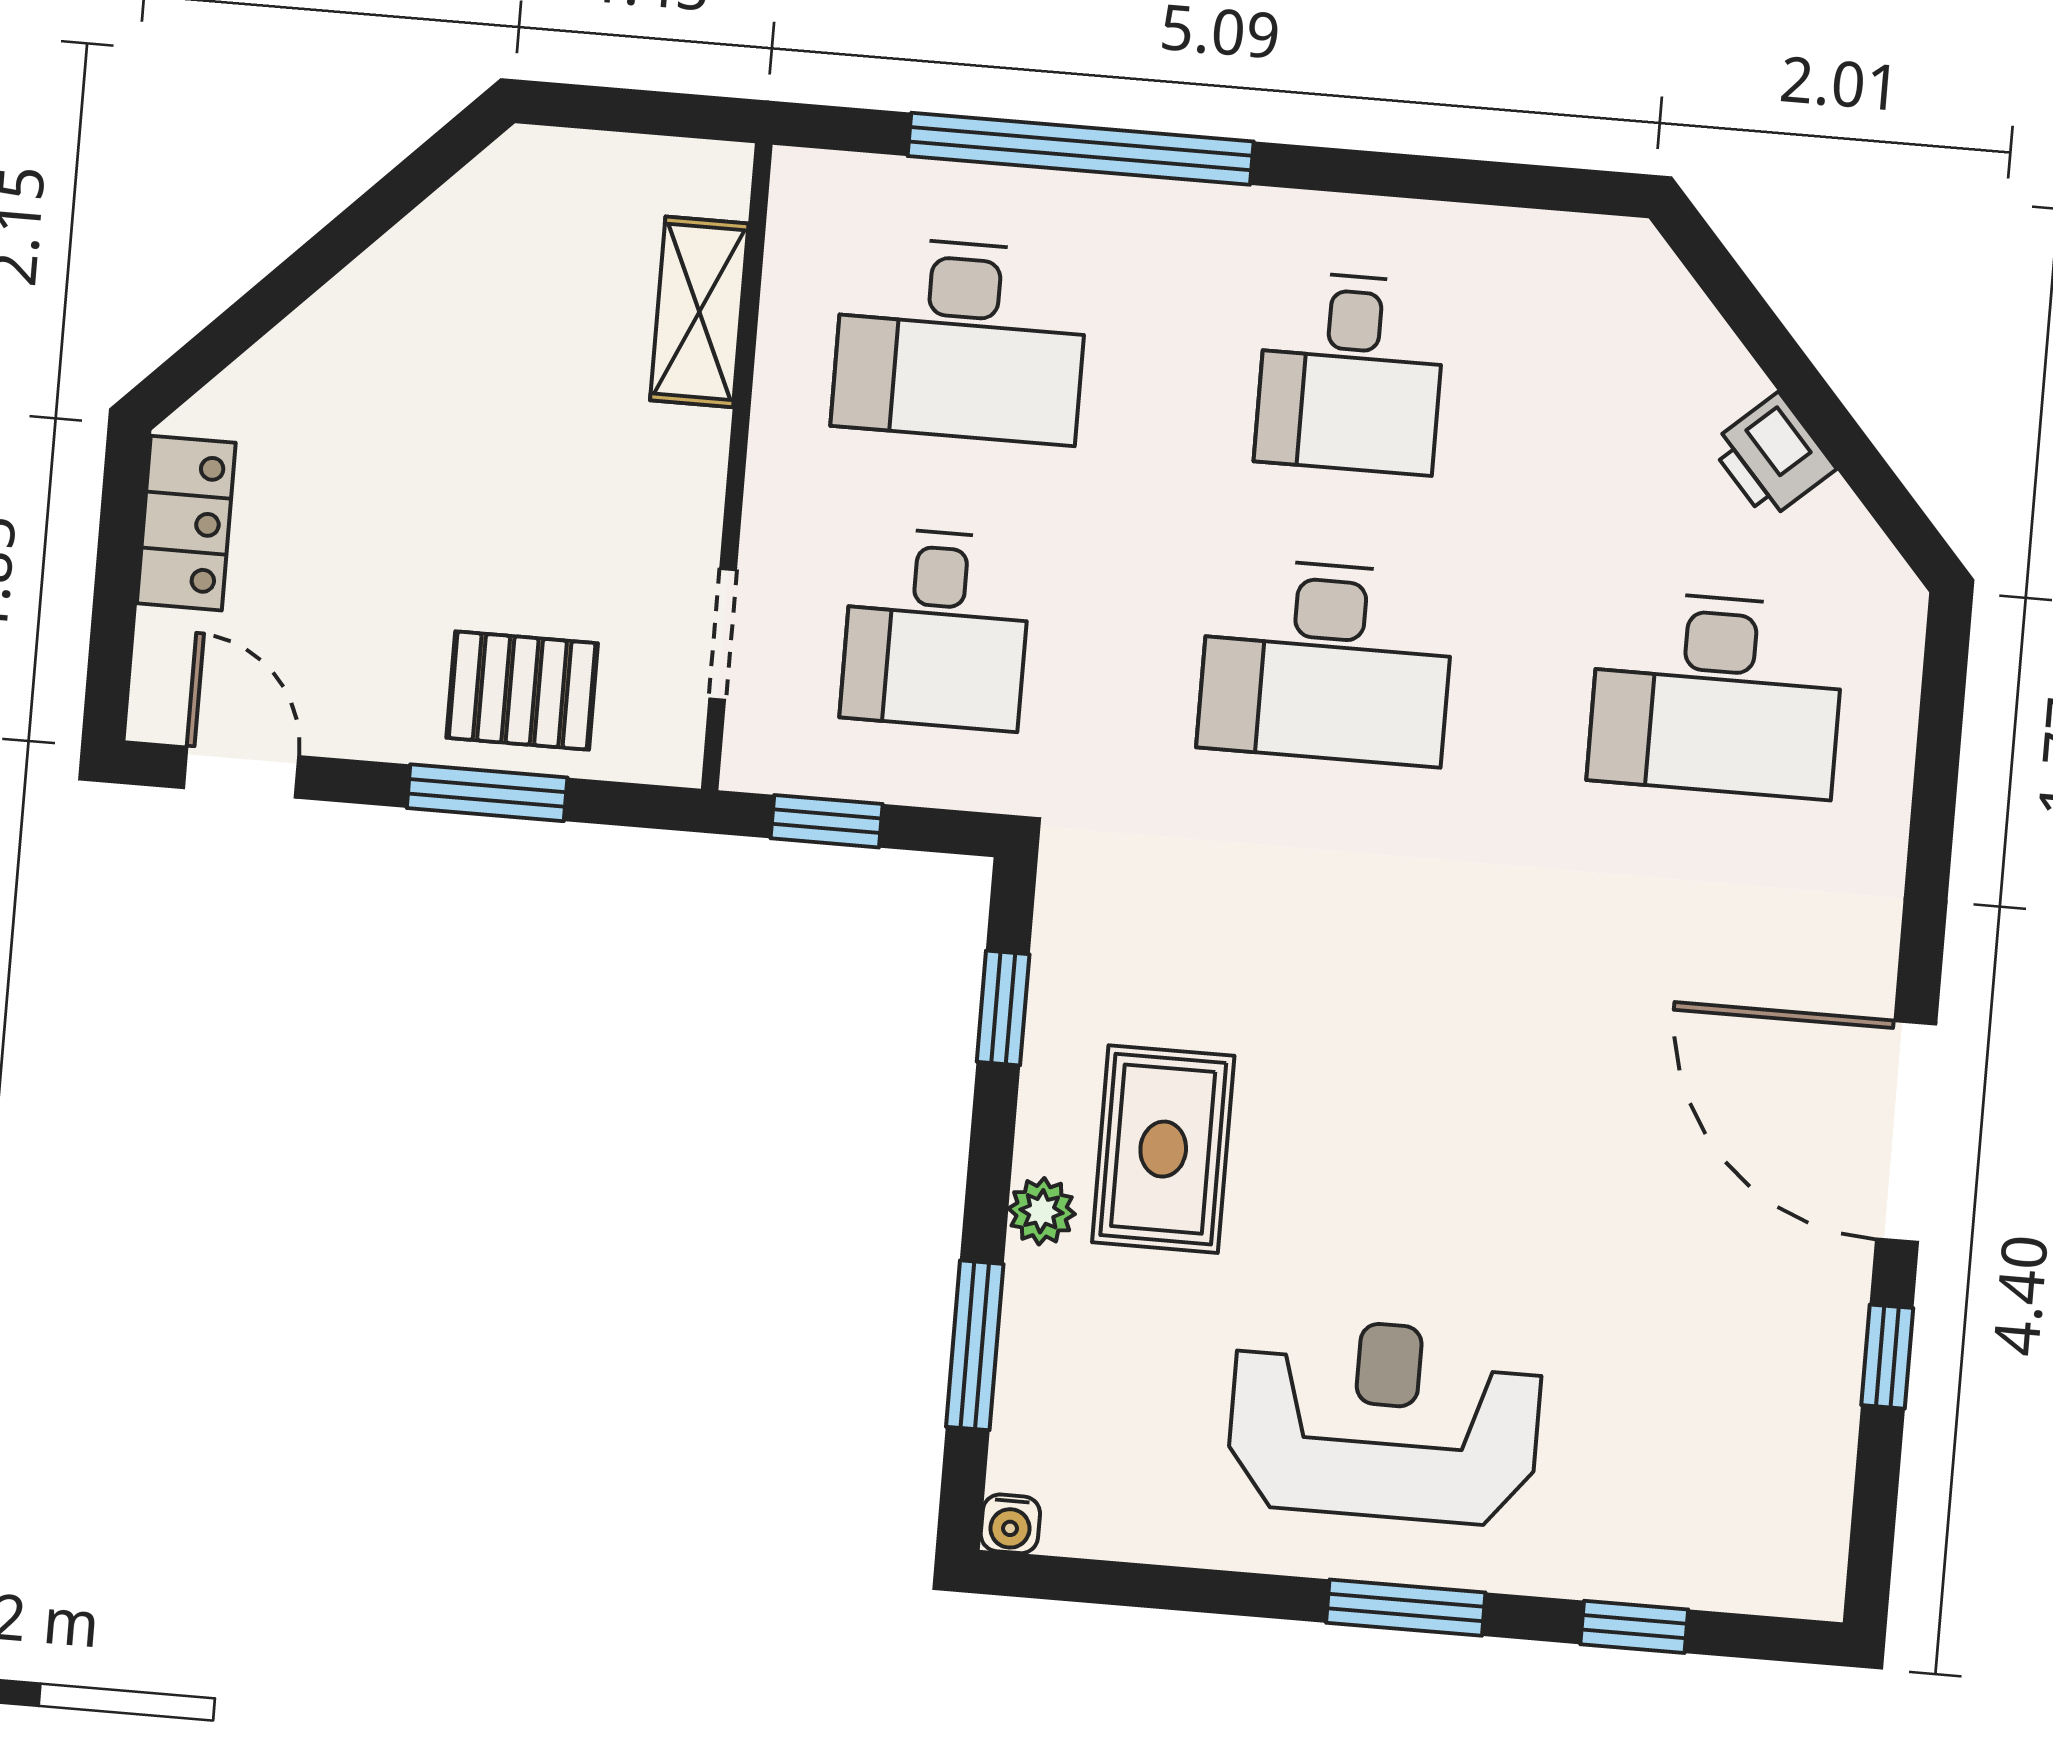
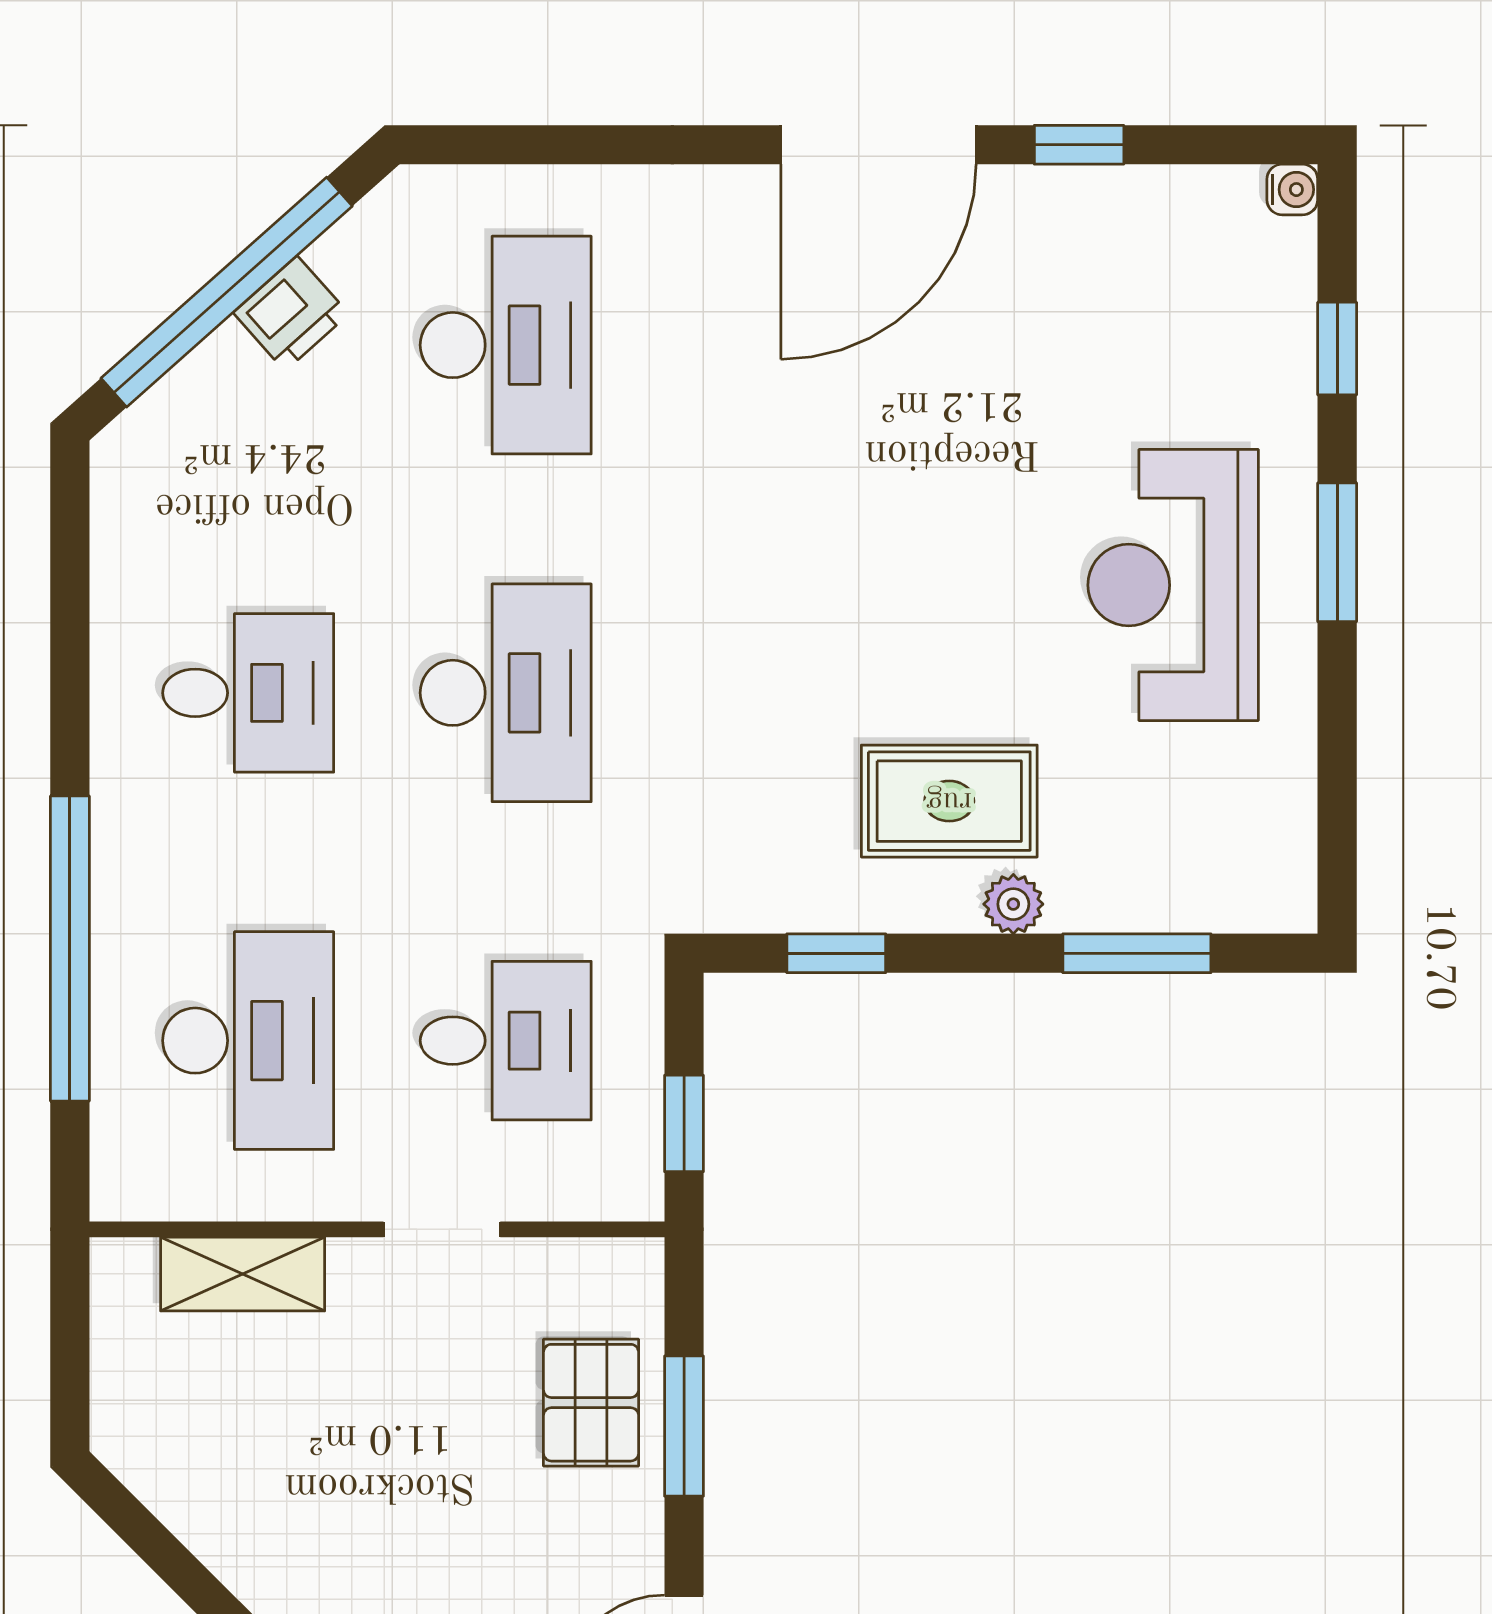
window: (1802, 386) -> (227, 292), added
doorway: (723, 634) -> (442, 1229), moved
water cooler: (1010, 1524) -> (1292, 190), moved

